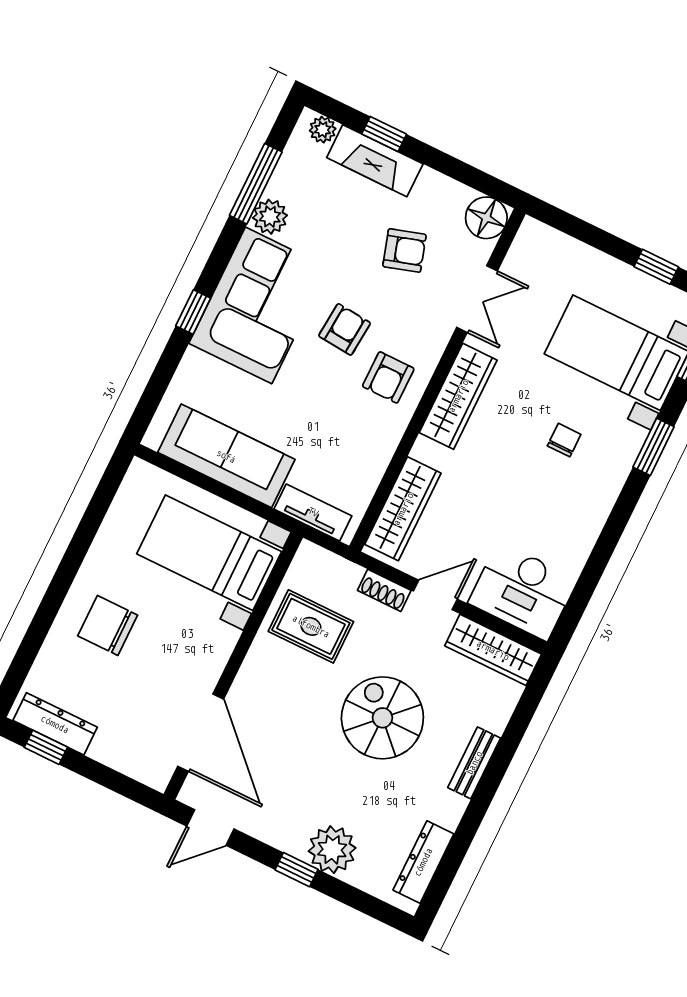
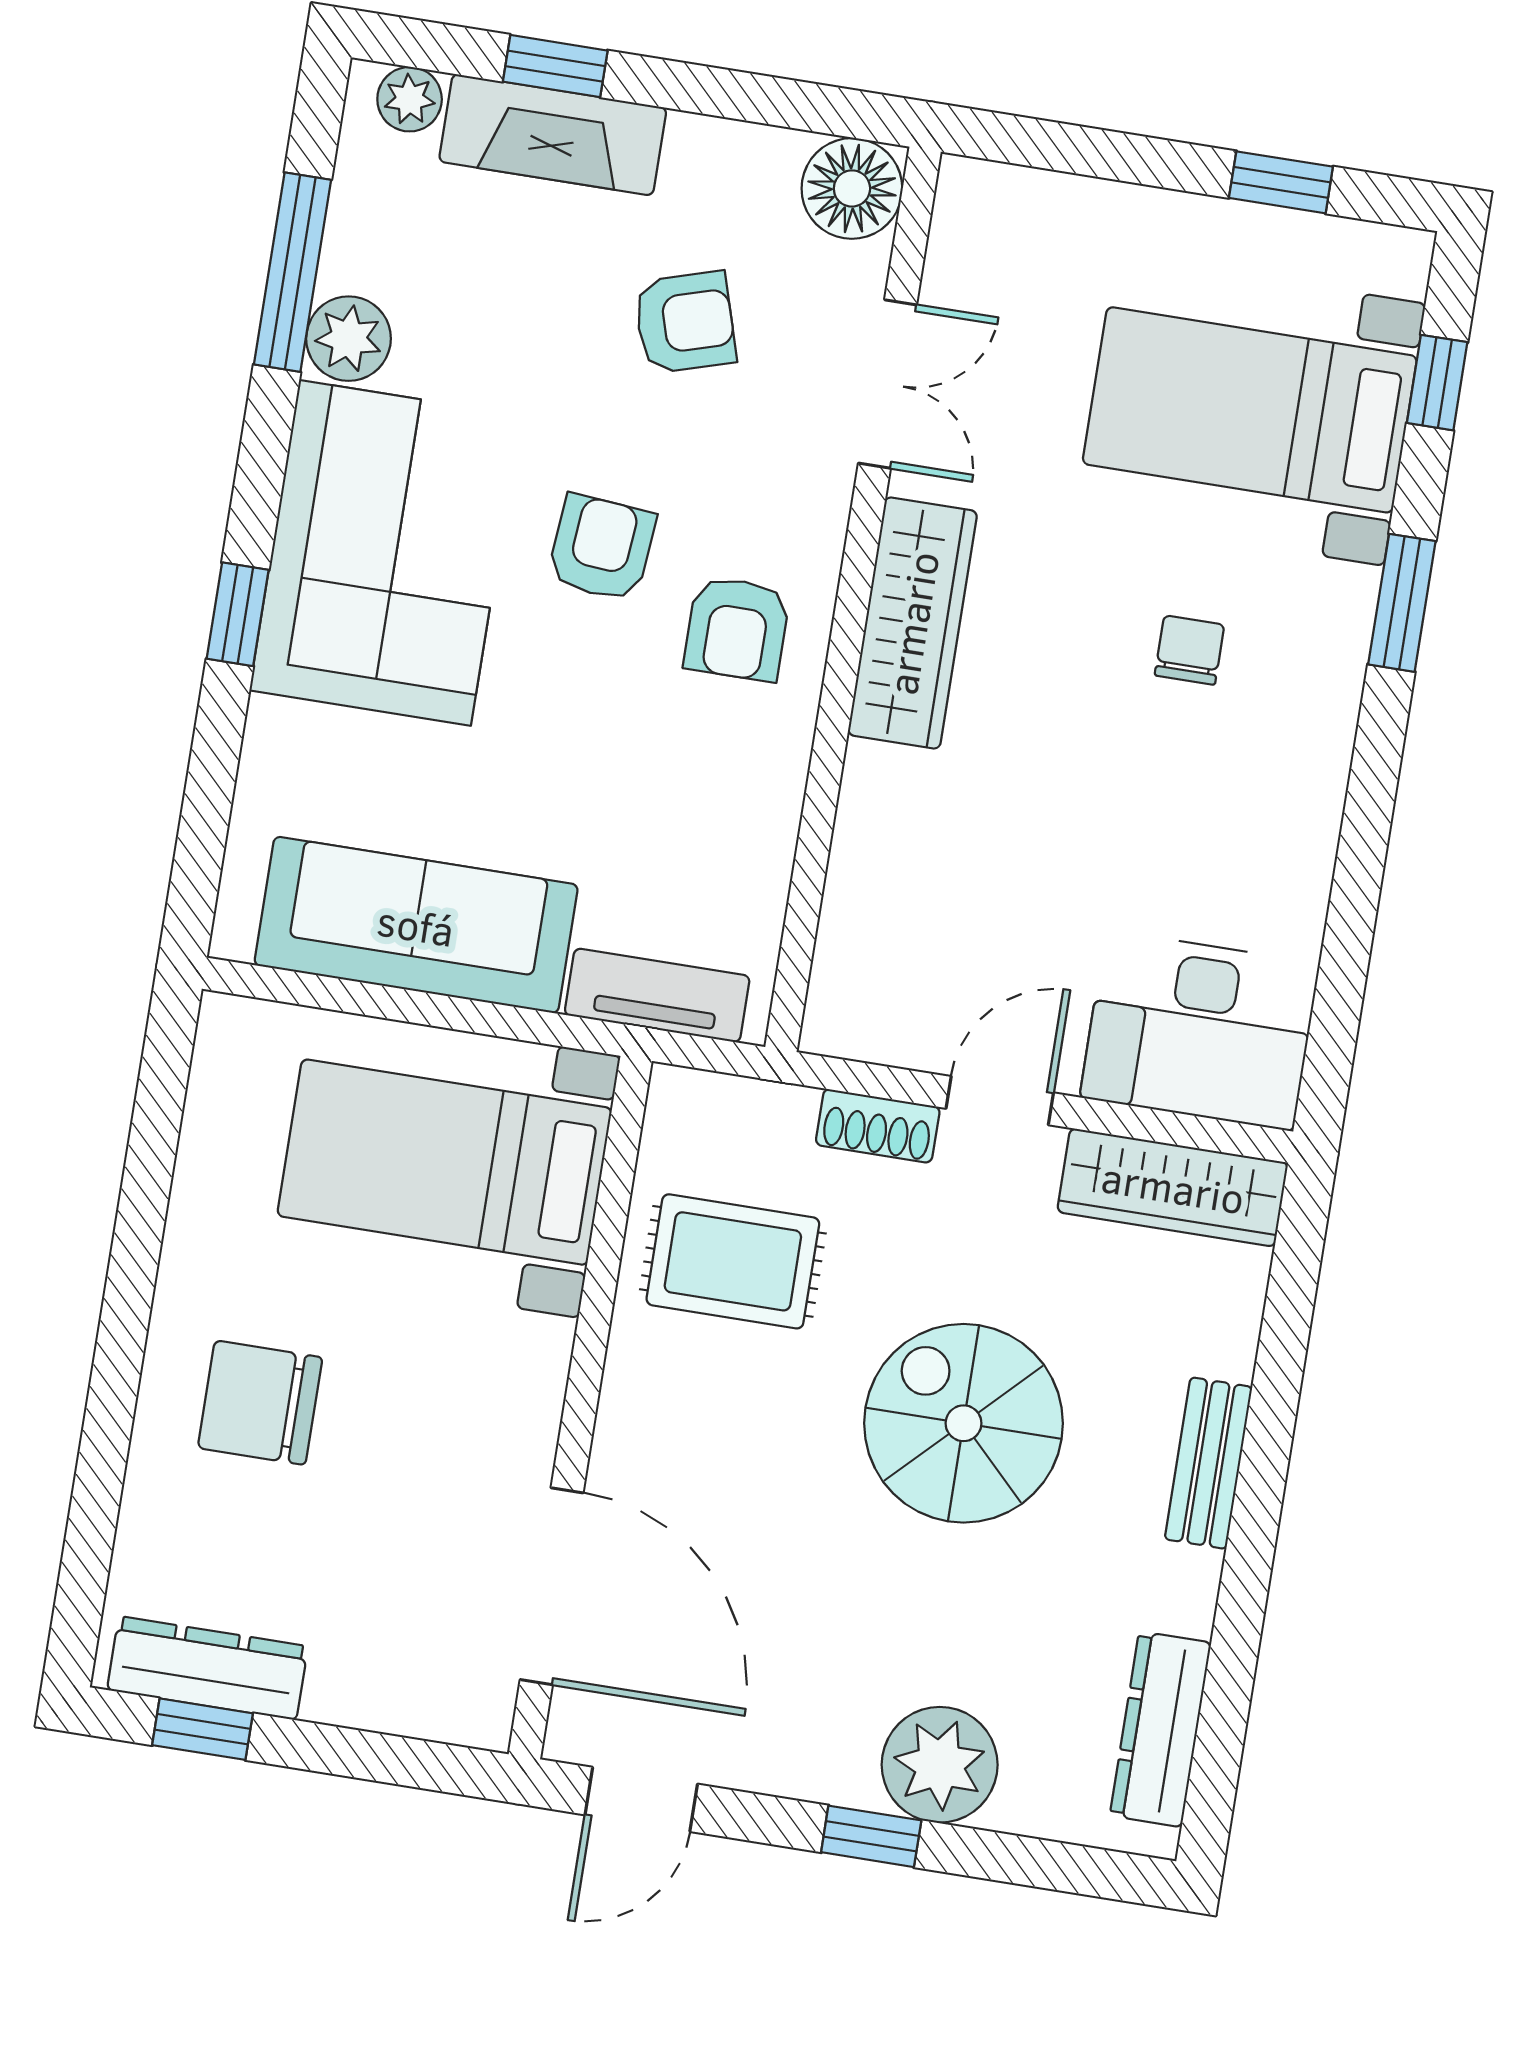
wardrobe: (403, 509) -> (863, 923), removed

